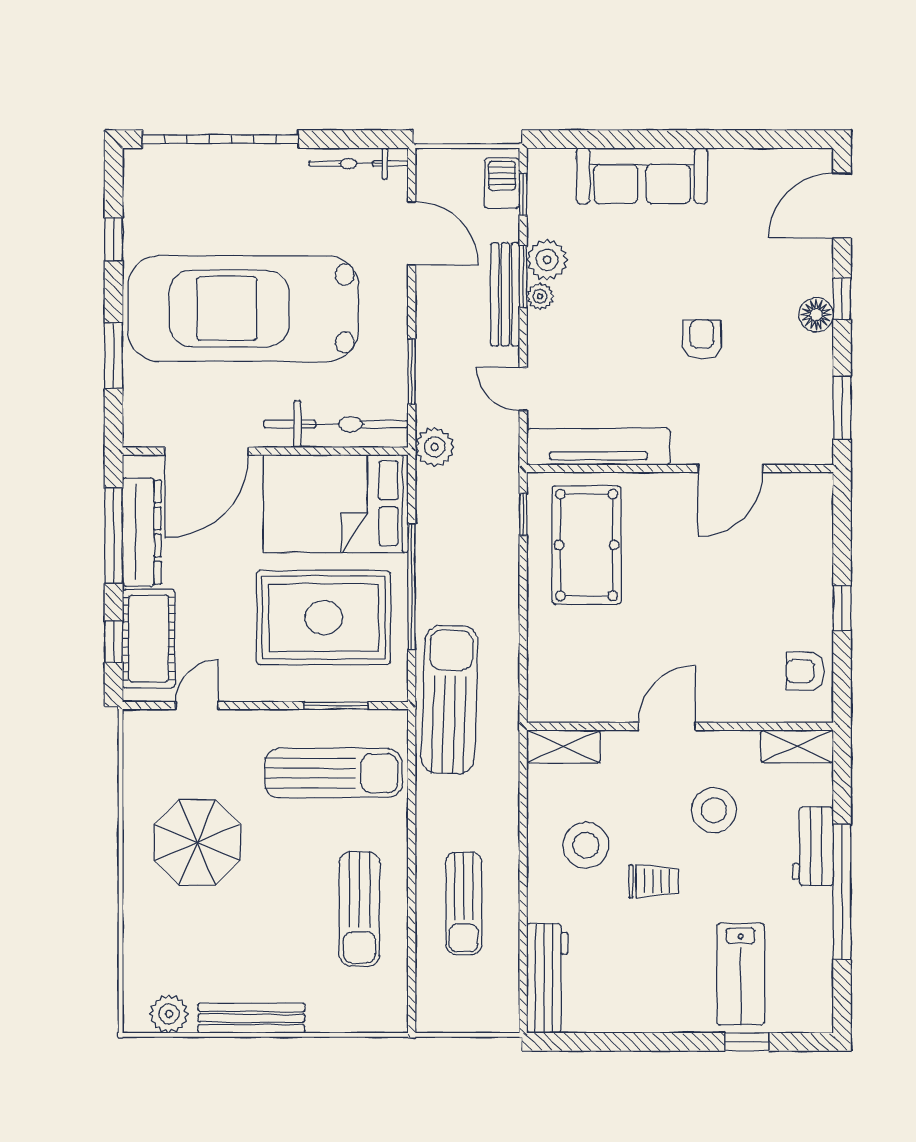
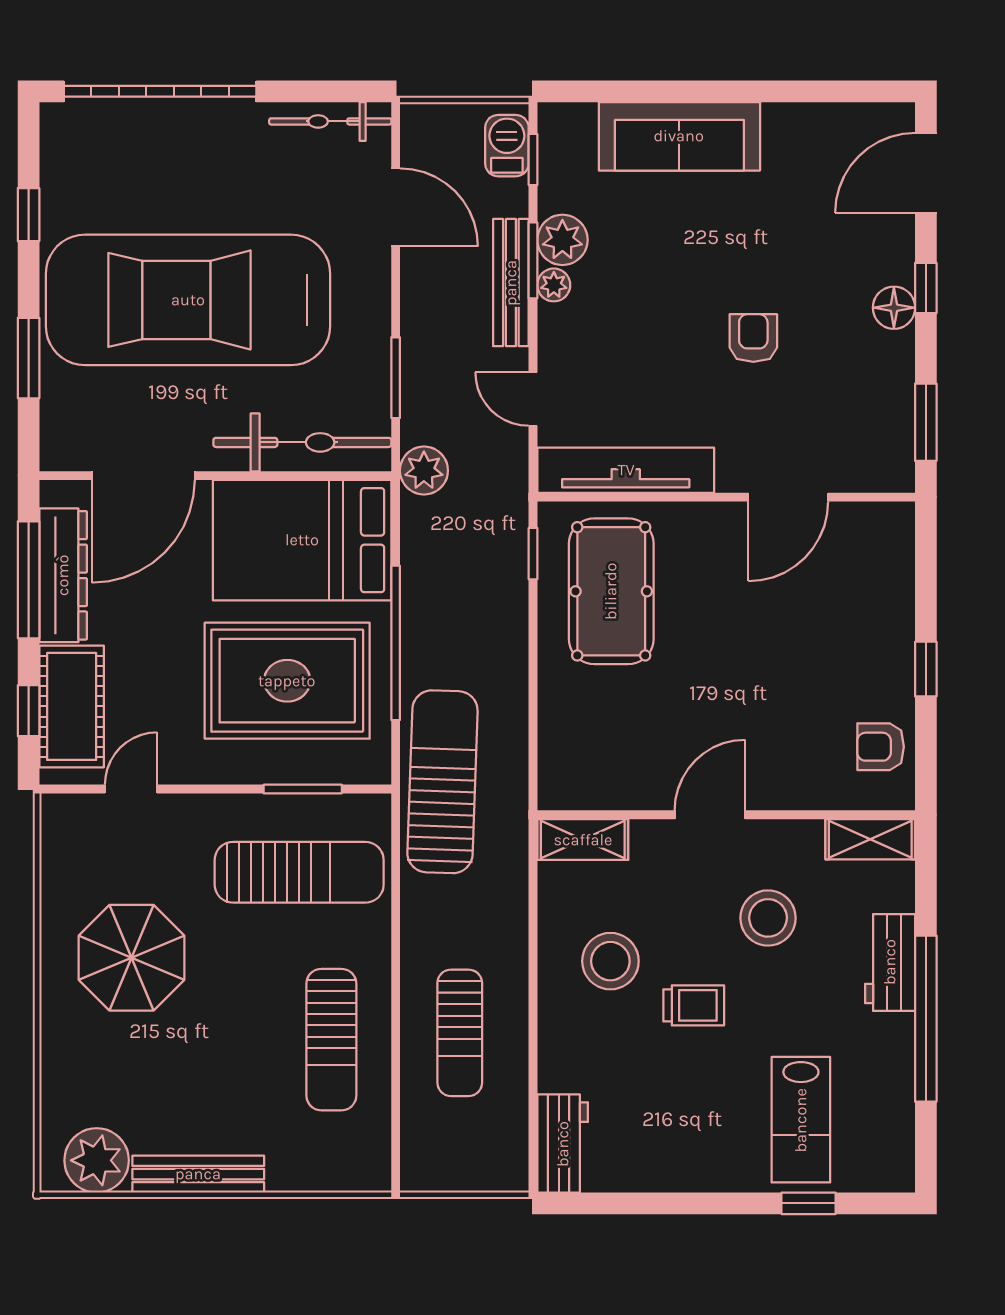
workbench: (547, 978) -> (563, 1144), width x0.73
plant: (169, 1014) -> (97, 1160), width x1.36, depth x1.36

